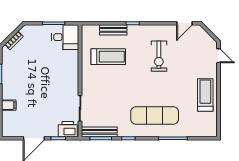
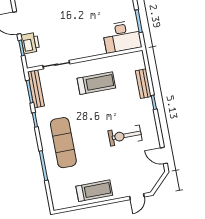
desk: (65, 37) -> (122, 37), width x1.37
treadmill: (108, 57) -> (96, 83), moved, turned -90
printer: (68, 129) -> (30, 43), moved

